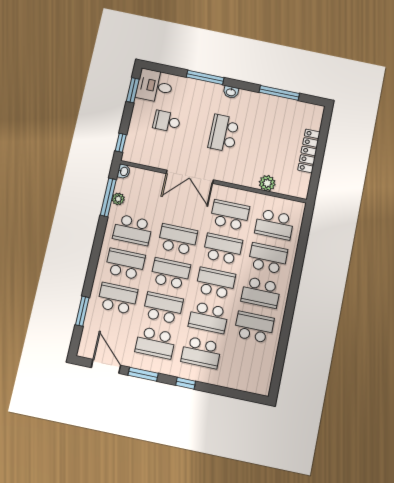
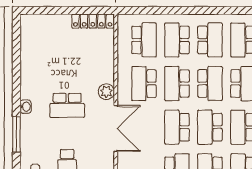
window: (279, 93) -> (16, 60), removed
locker: (309, 151) -> (93, 21), moved
plant: (267, 183) -> (106, 92), moved
school desk: (216, 283) -> (210, 84), turned 180

